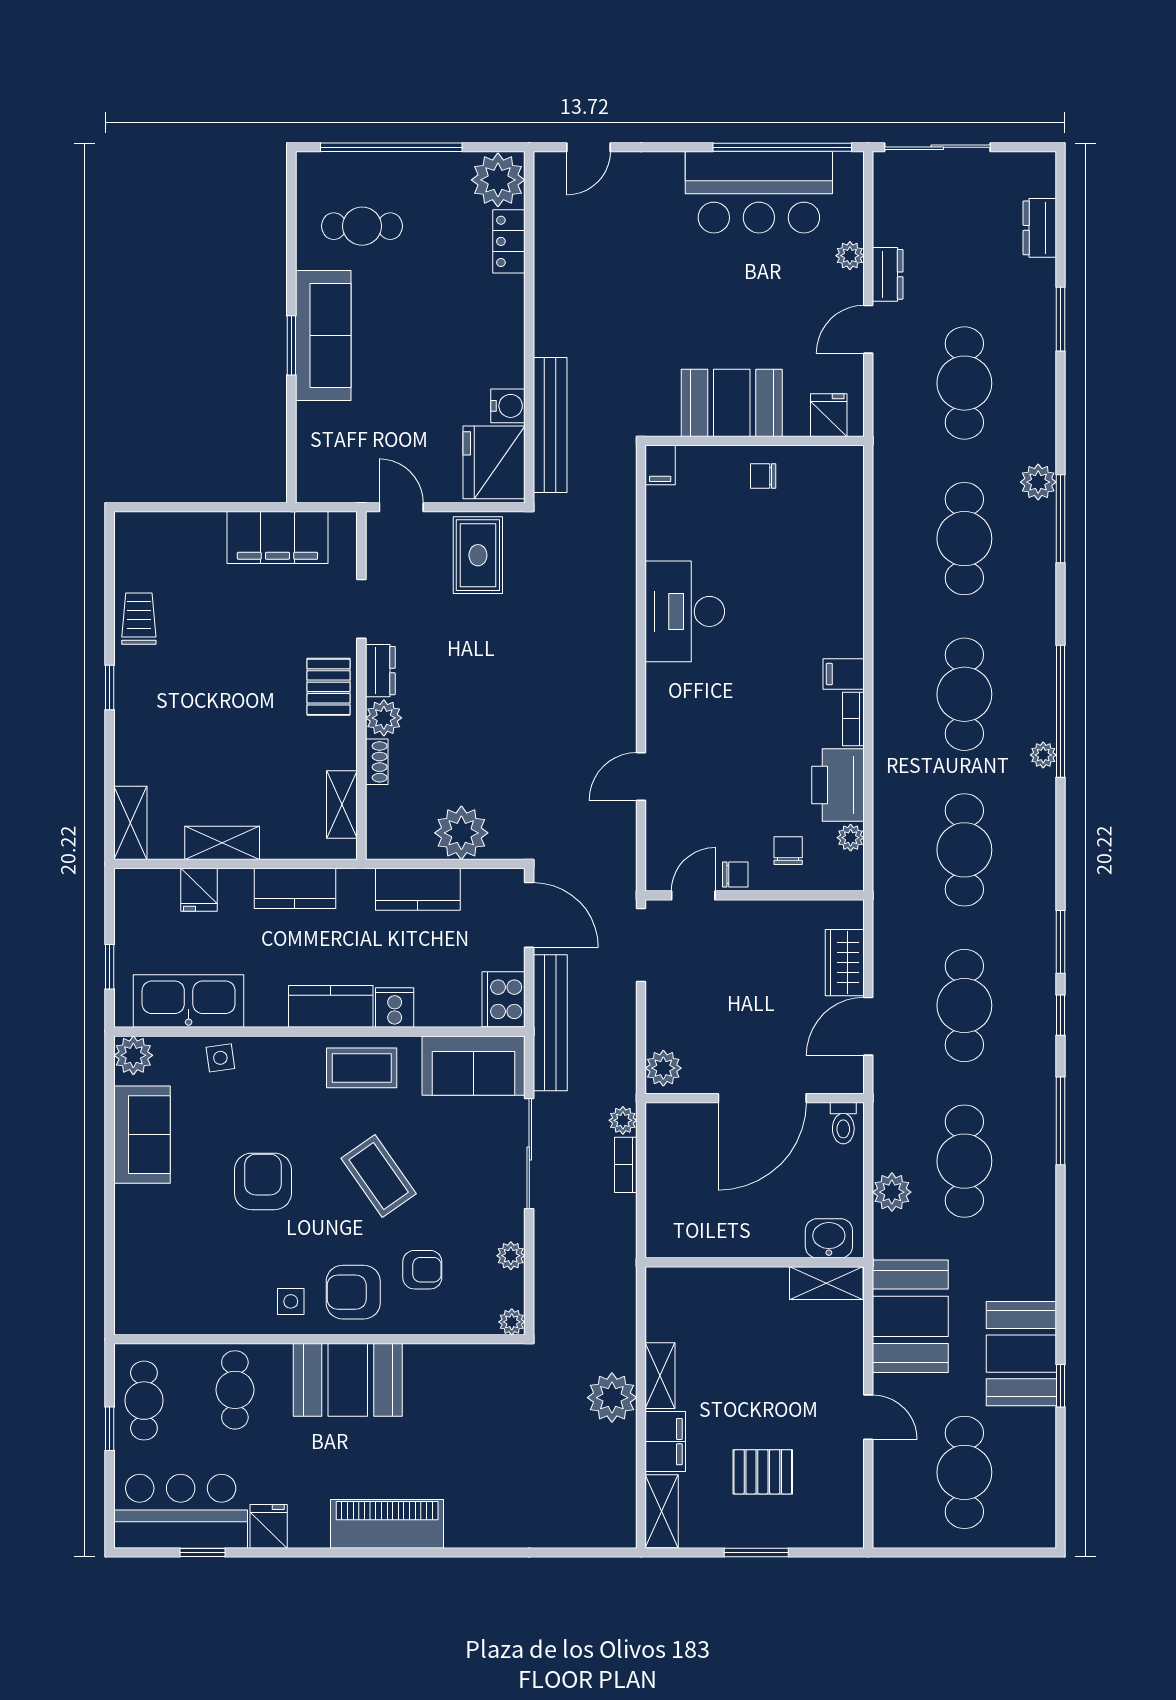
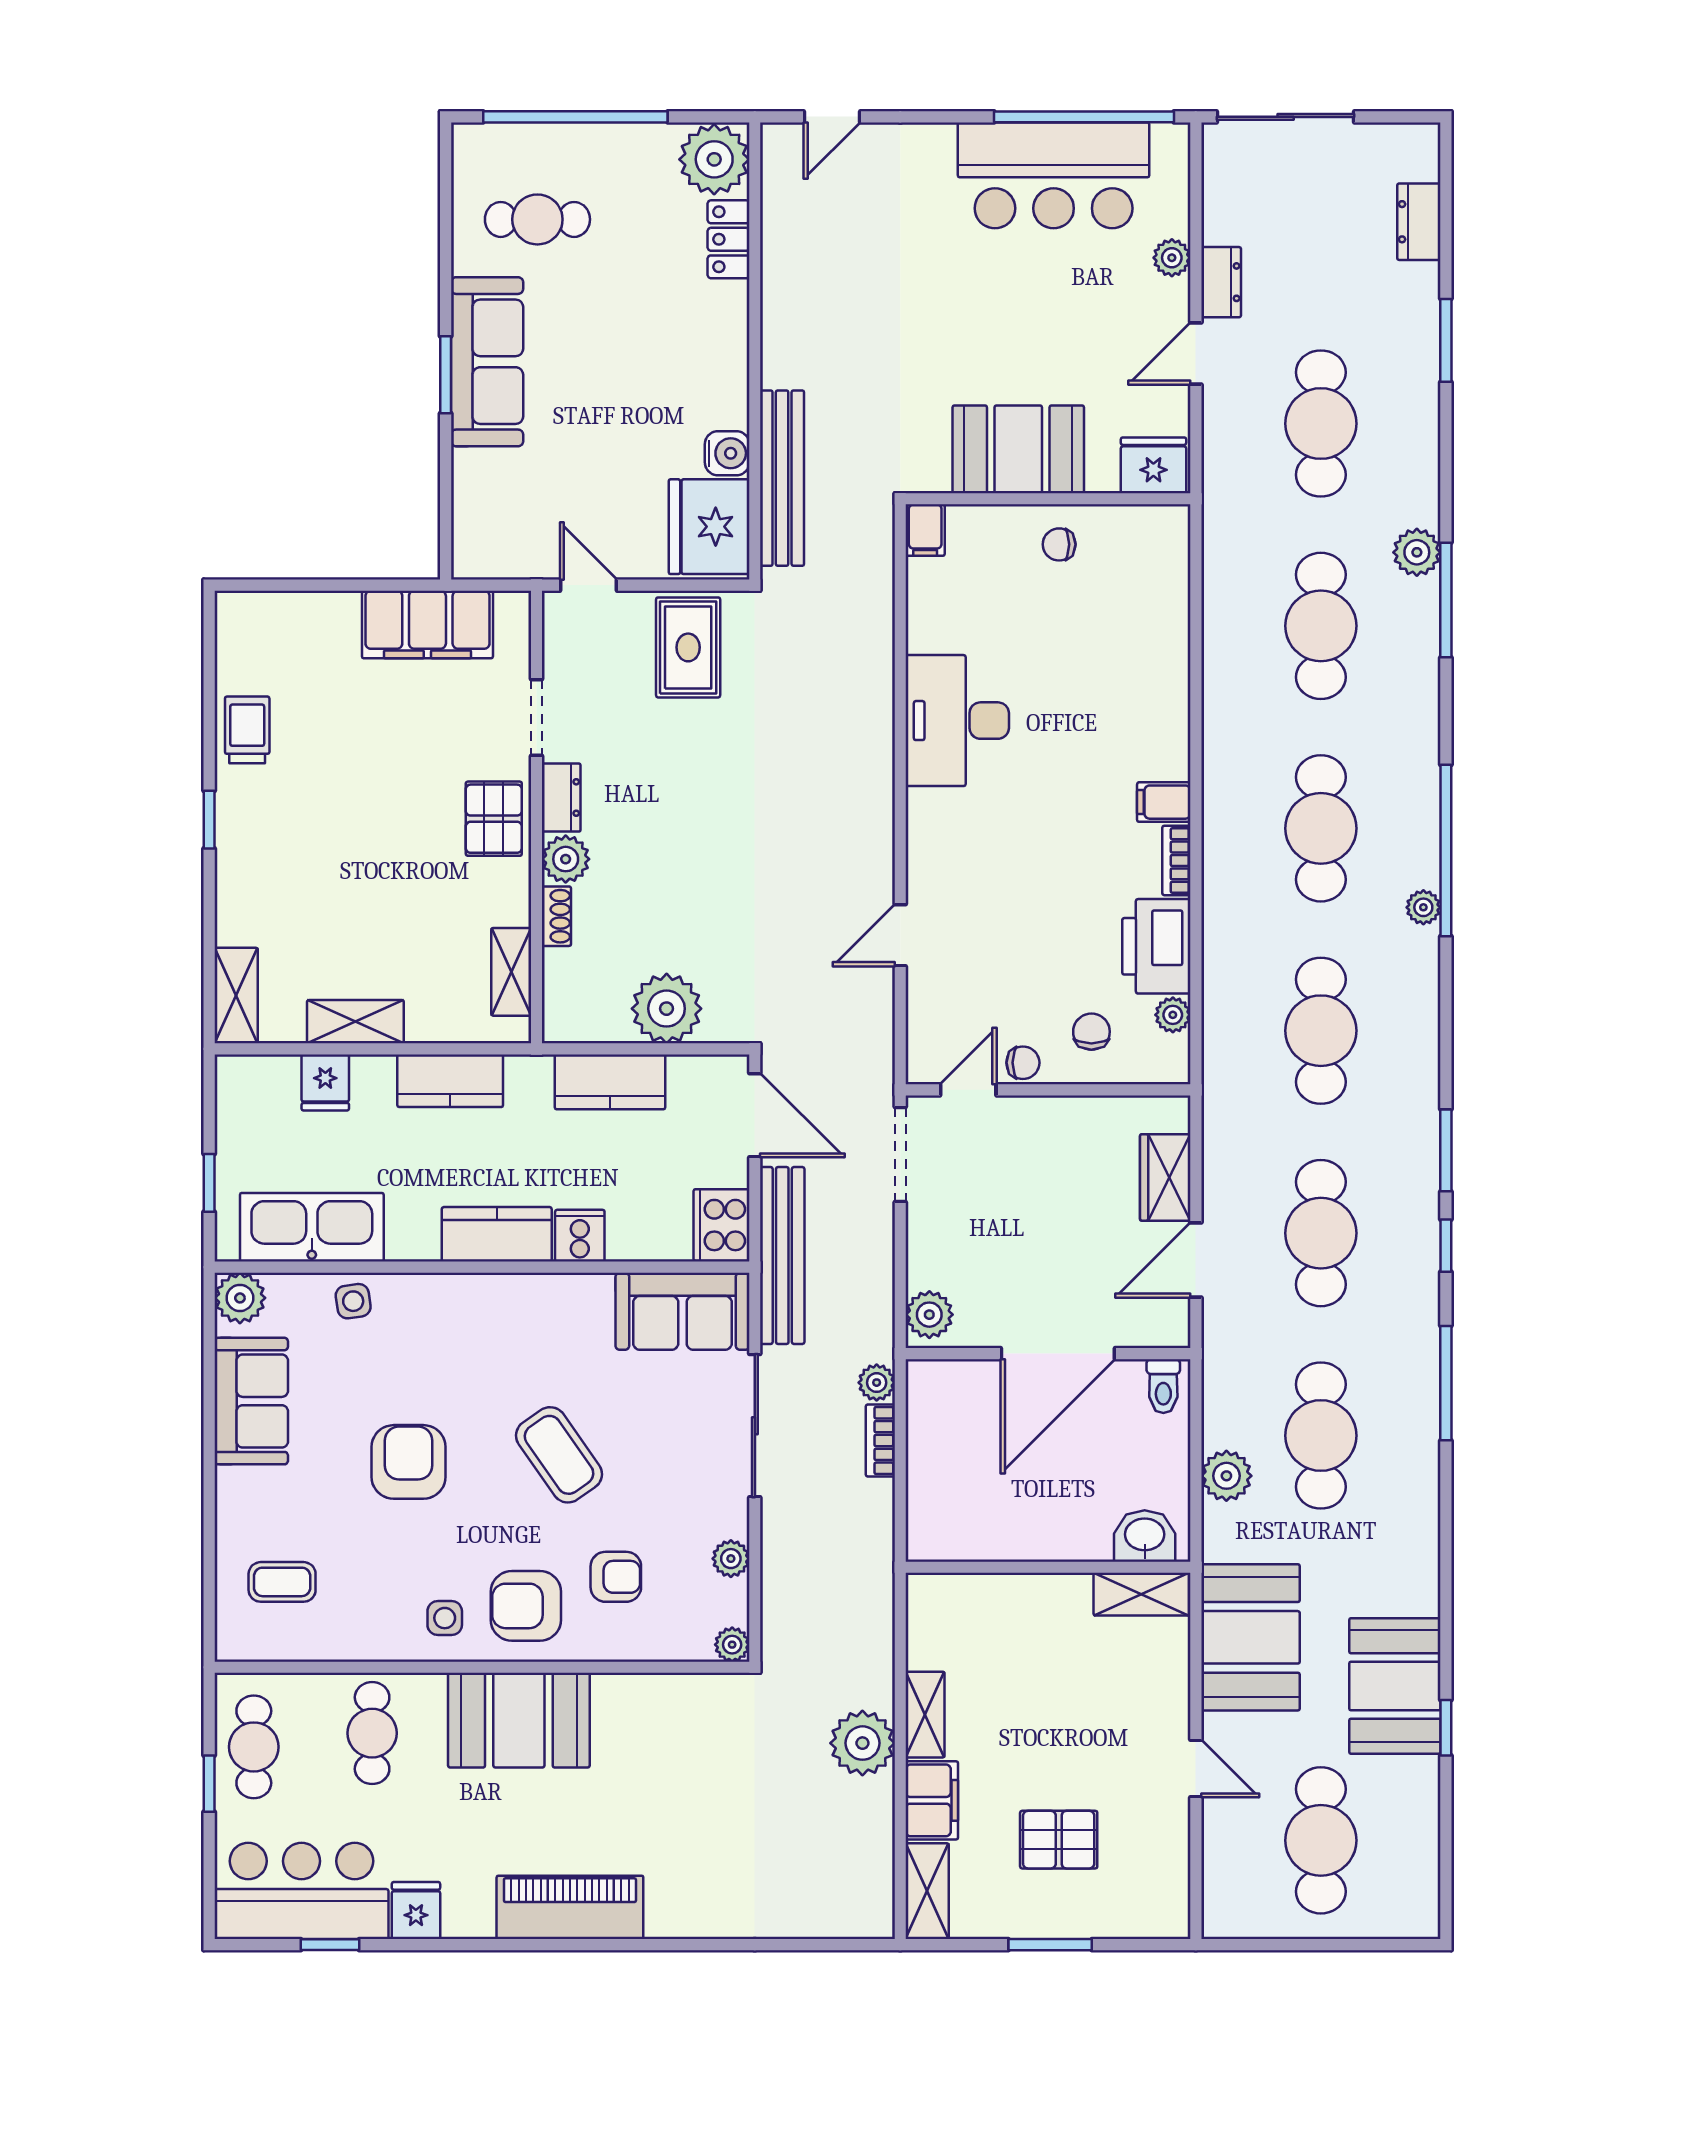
fridge: (829, 415) -> (1153, 465), width x1.38
coffee table: (362, 1068) -> (282, 1582), moved, width x0.73, depth x0.77

